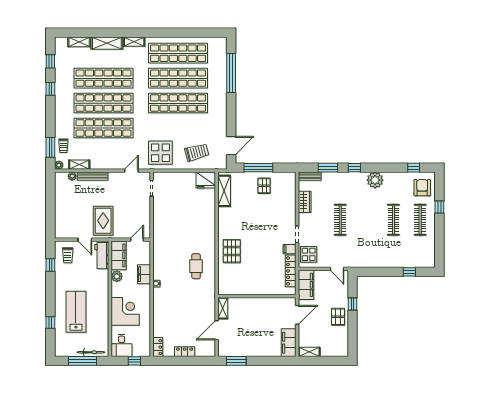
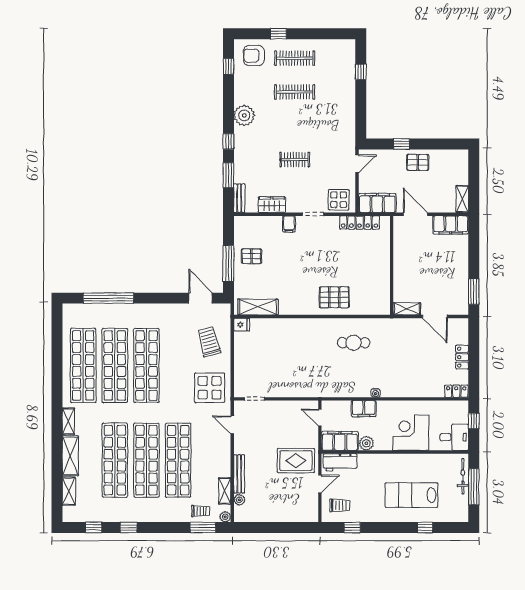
fridge: (206, 180) -> (242, 325), width x0.53, depth x0.75
clothes rail: (340, 220) -> (295, 160), width x0.73
filing cabinet: (289, 249) -> (289, 224), moved

